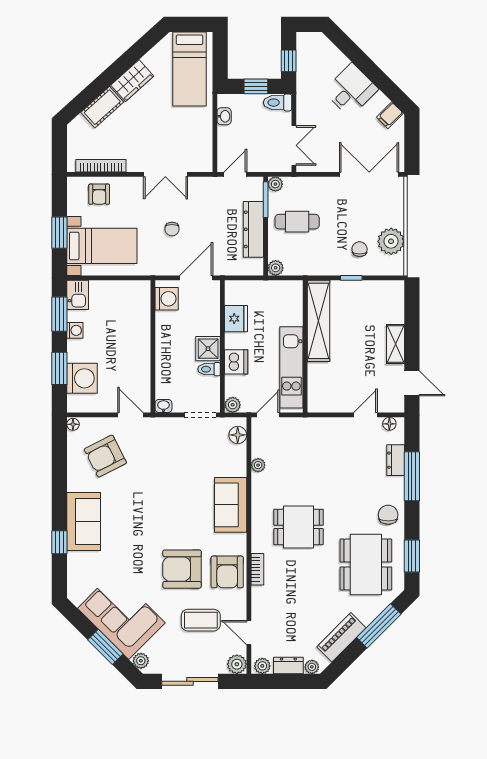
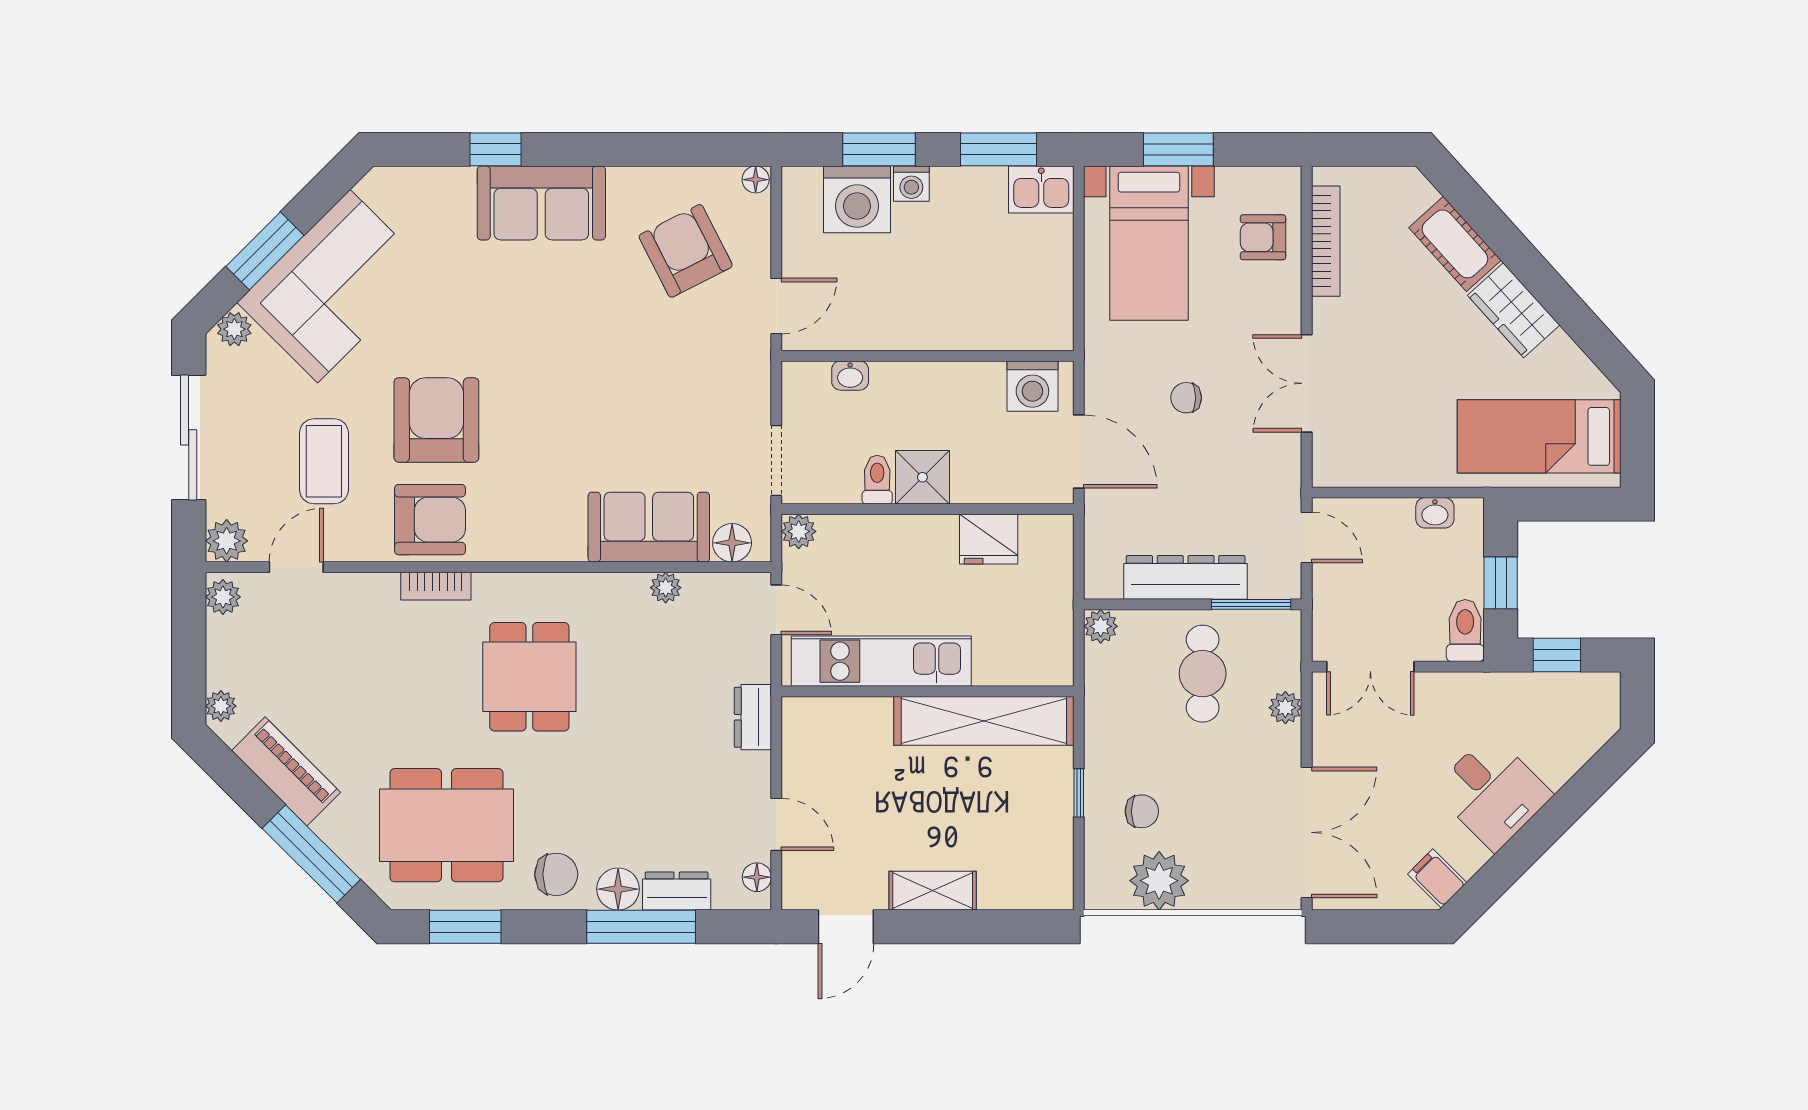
plant: (275, 184) -> (1285, 708), moved
washing machine: (75, 330) -> (911, 184), moved
dishwasher: (236, 362) -> (893, 539), removed
washbasin: (163, 406) -> (850, 376), moved, turned 90
floor lamp: (395, 487) -> (618, 889), added
sofa: (231, 505) -> (649, 527), moved
armchair: (227, 572) -> (430, 520), turned 180
dresser: (288, 666) -> (753, 717), moved, turned 180

